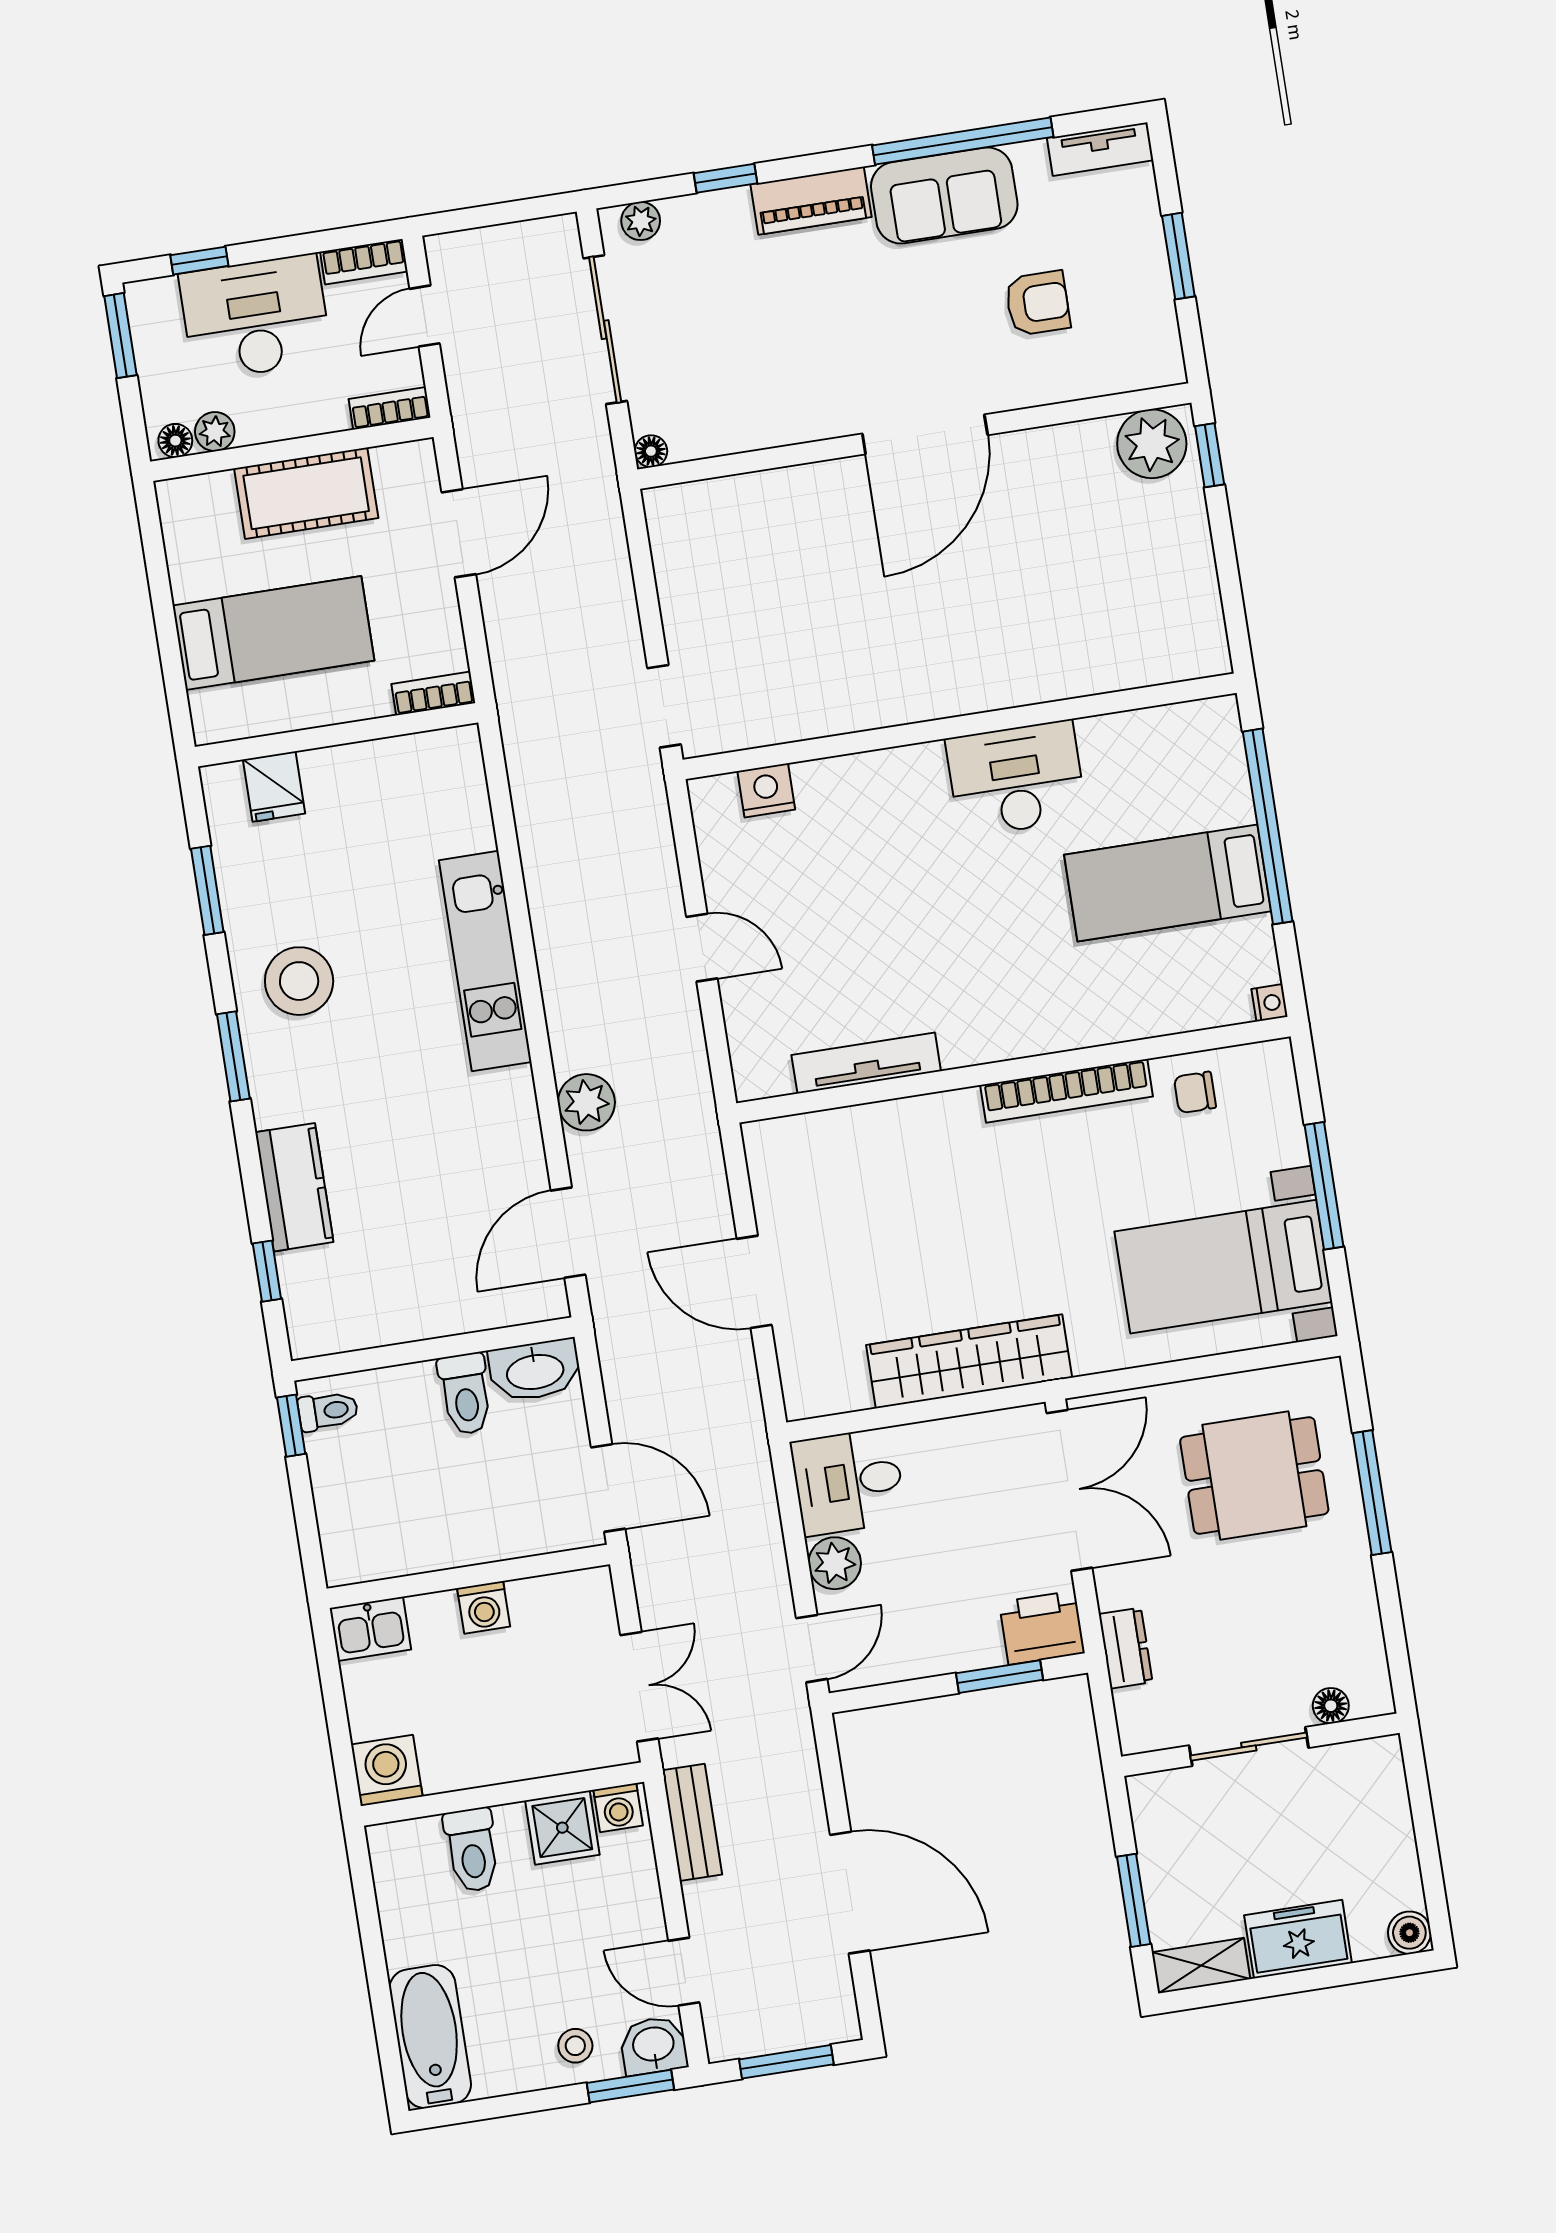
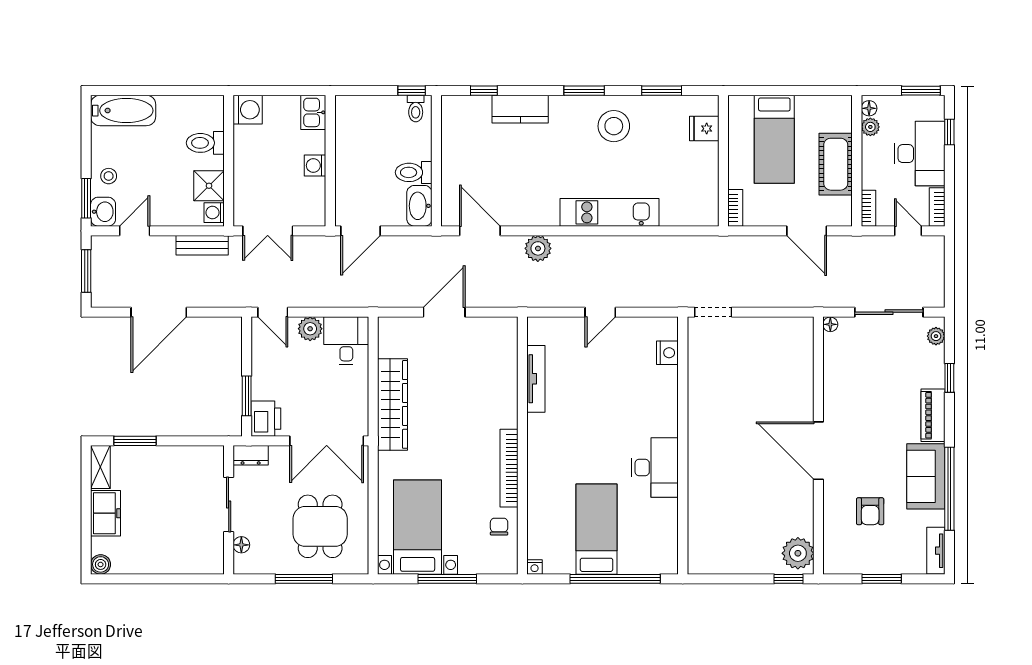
floor lamp: (1331, 1706) -> (241, 545), moved
wall: (1260, 1745) -> (229, 510), moved
sliding door: (1249, 1747) -> (229, 504), moved

